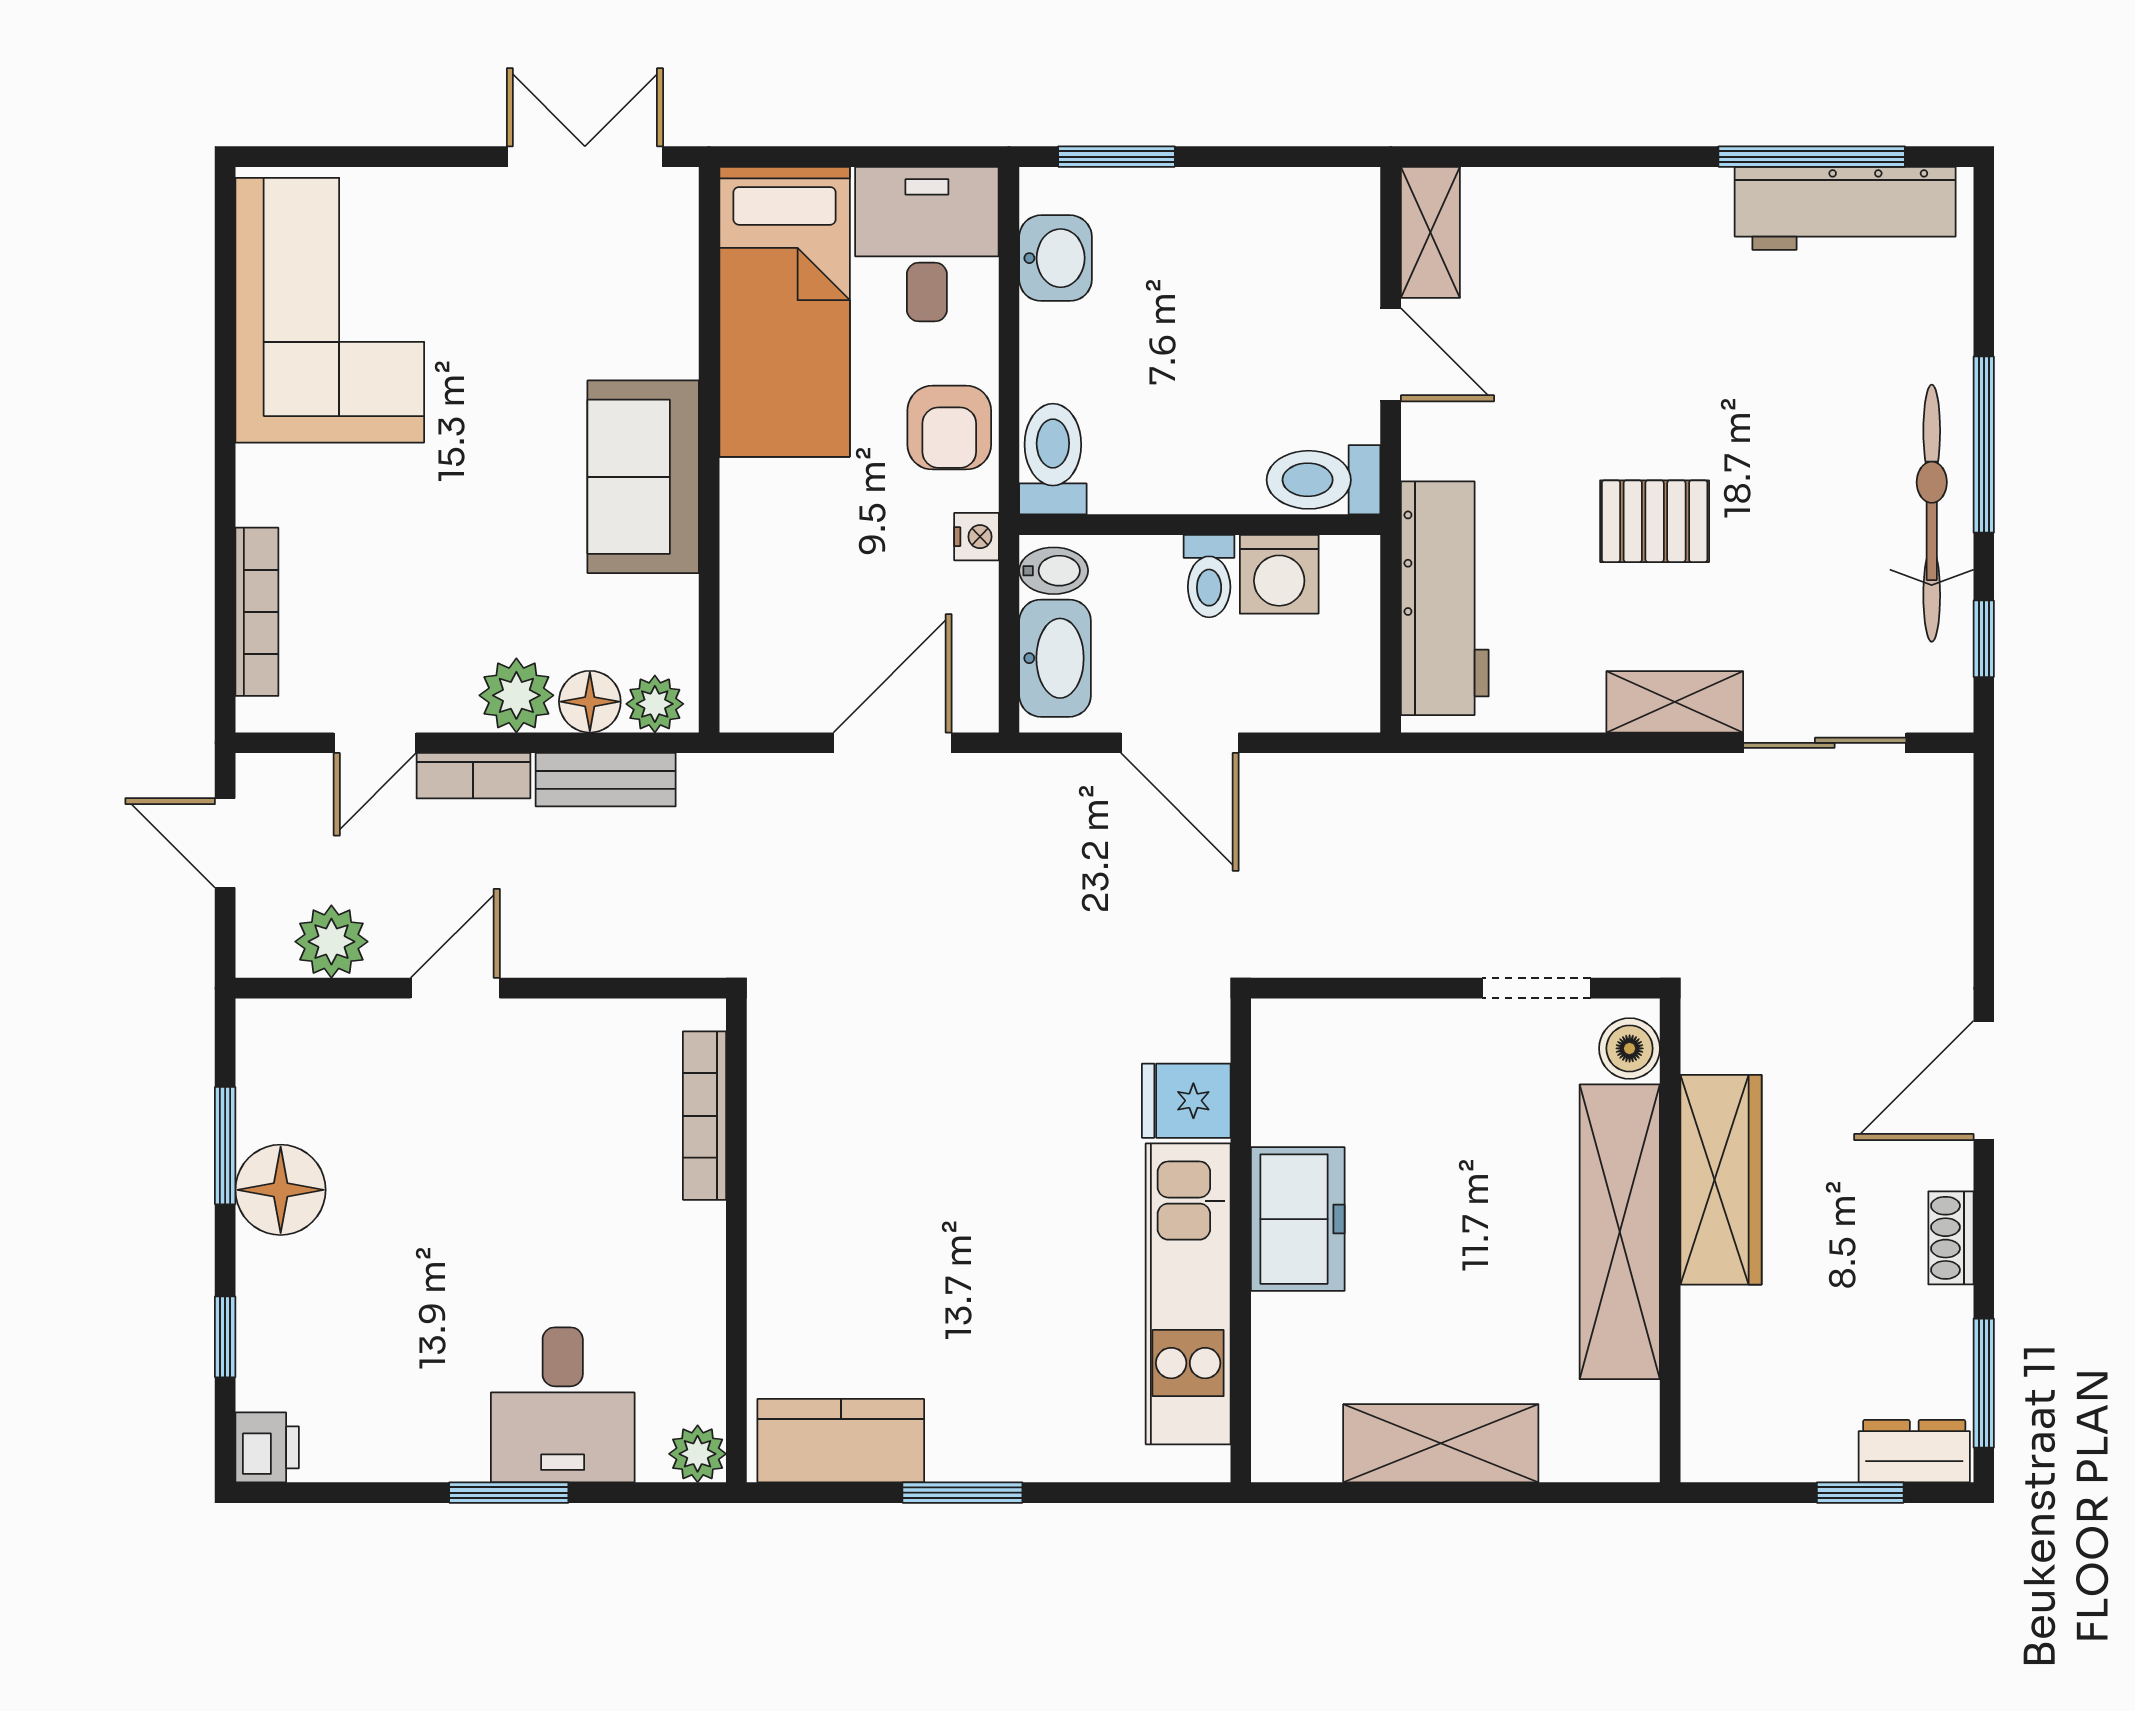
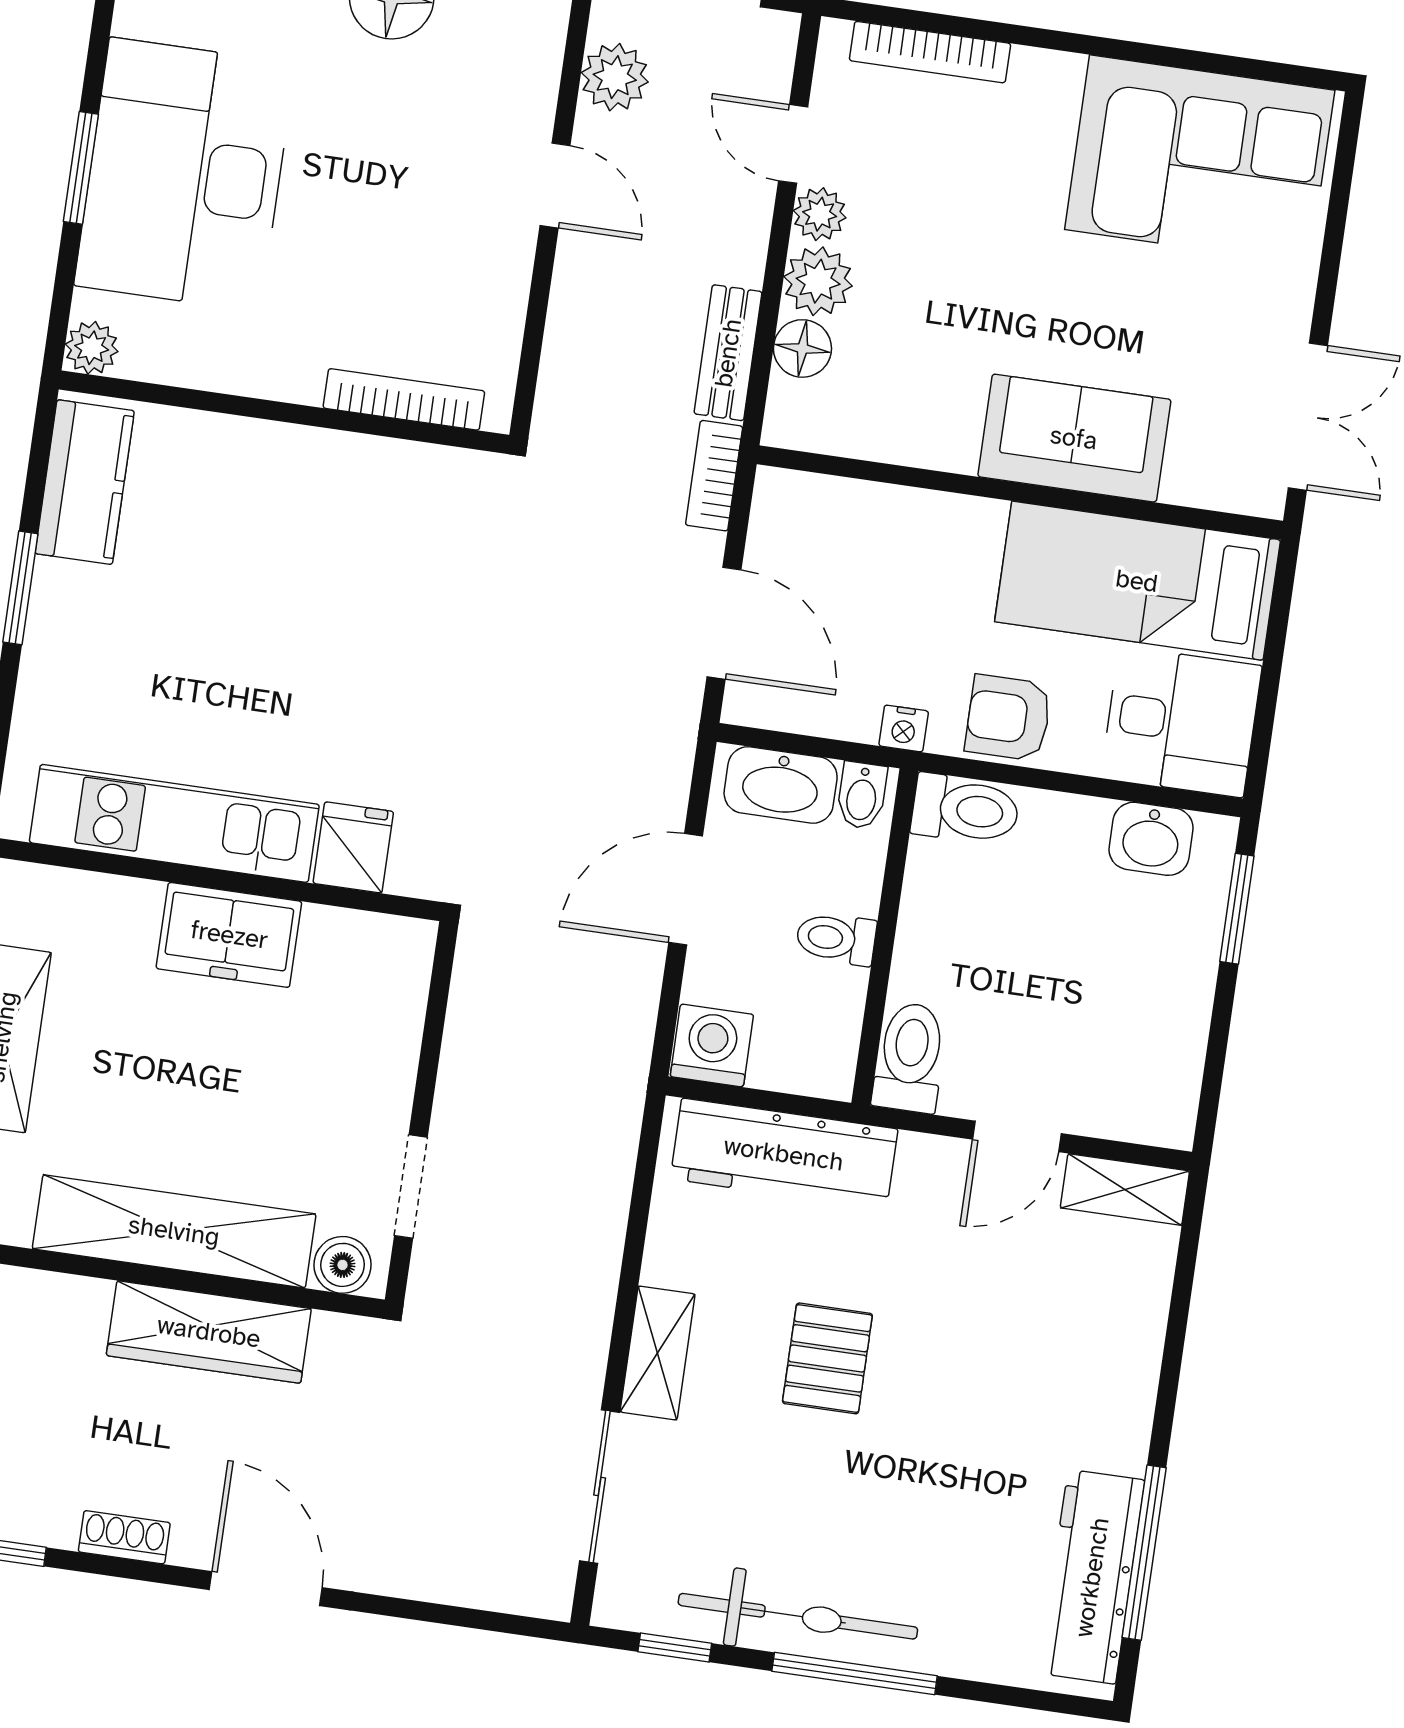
sofa: (643, 477) -> (1074, 438), moved
washing machine: (1279, 574) -> (712, 1045), moved, turned 90
plant: (655, 704) -> (820, 214), moved
bookcase: (473, 776) -> (714, 476), moved
desk: (563, 1405) -> (185, 174), width x1.87, depth x1.30

